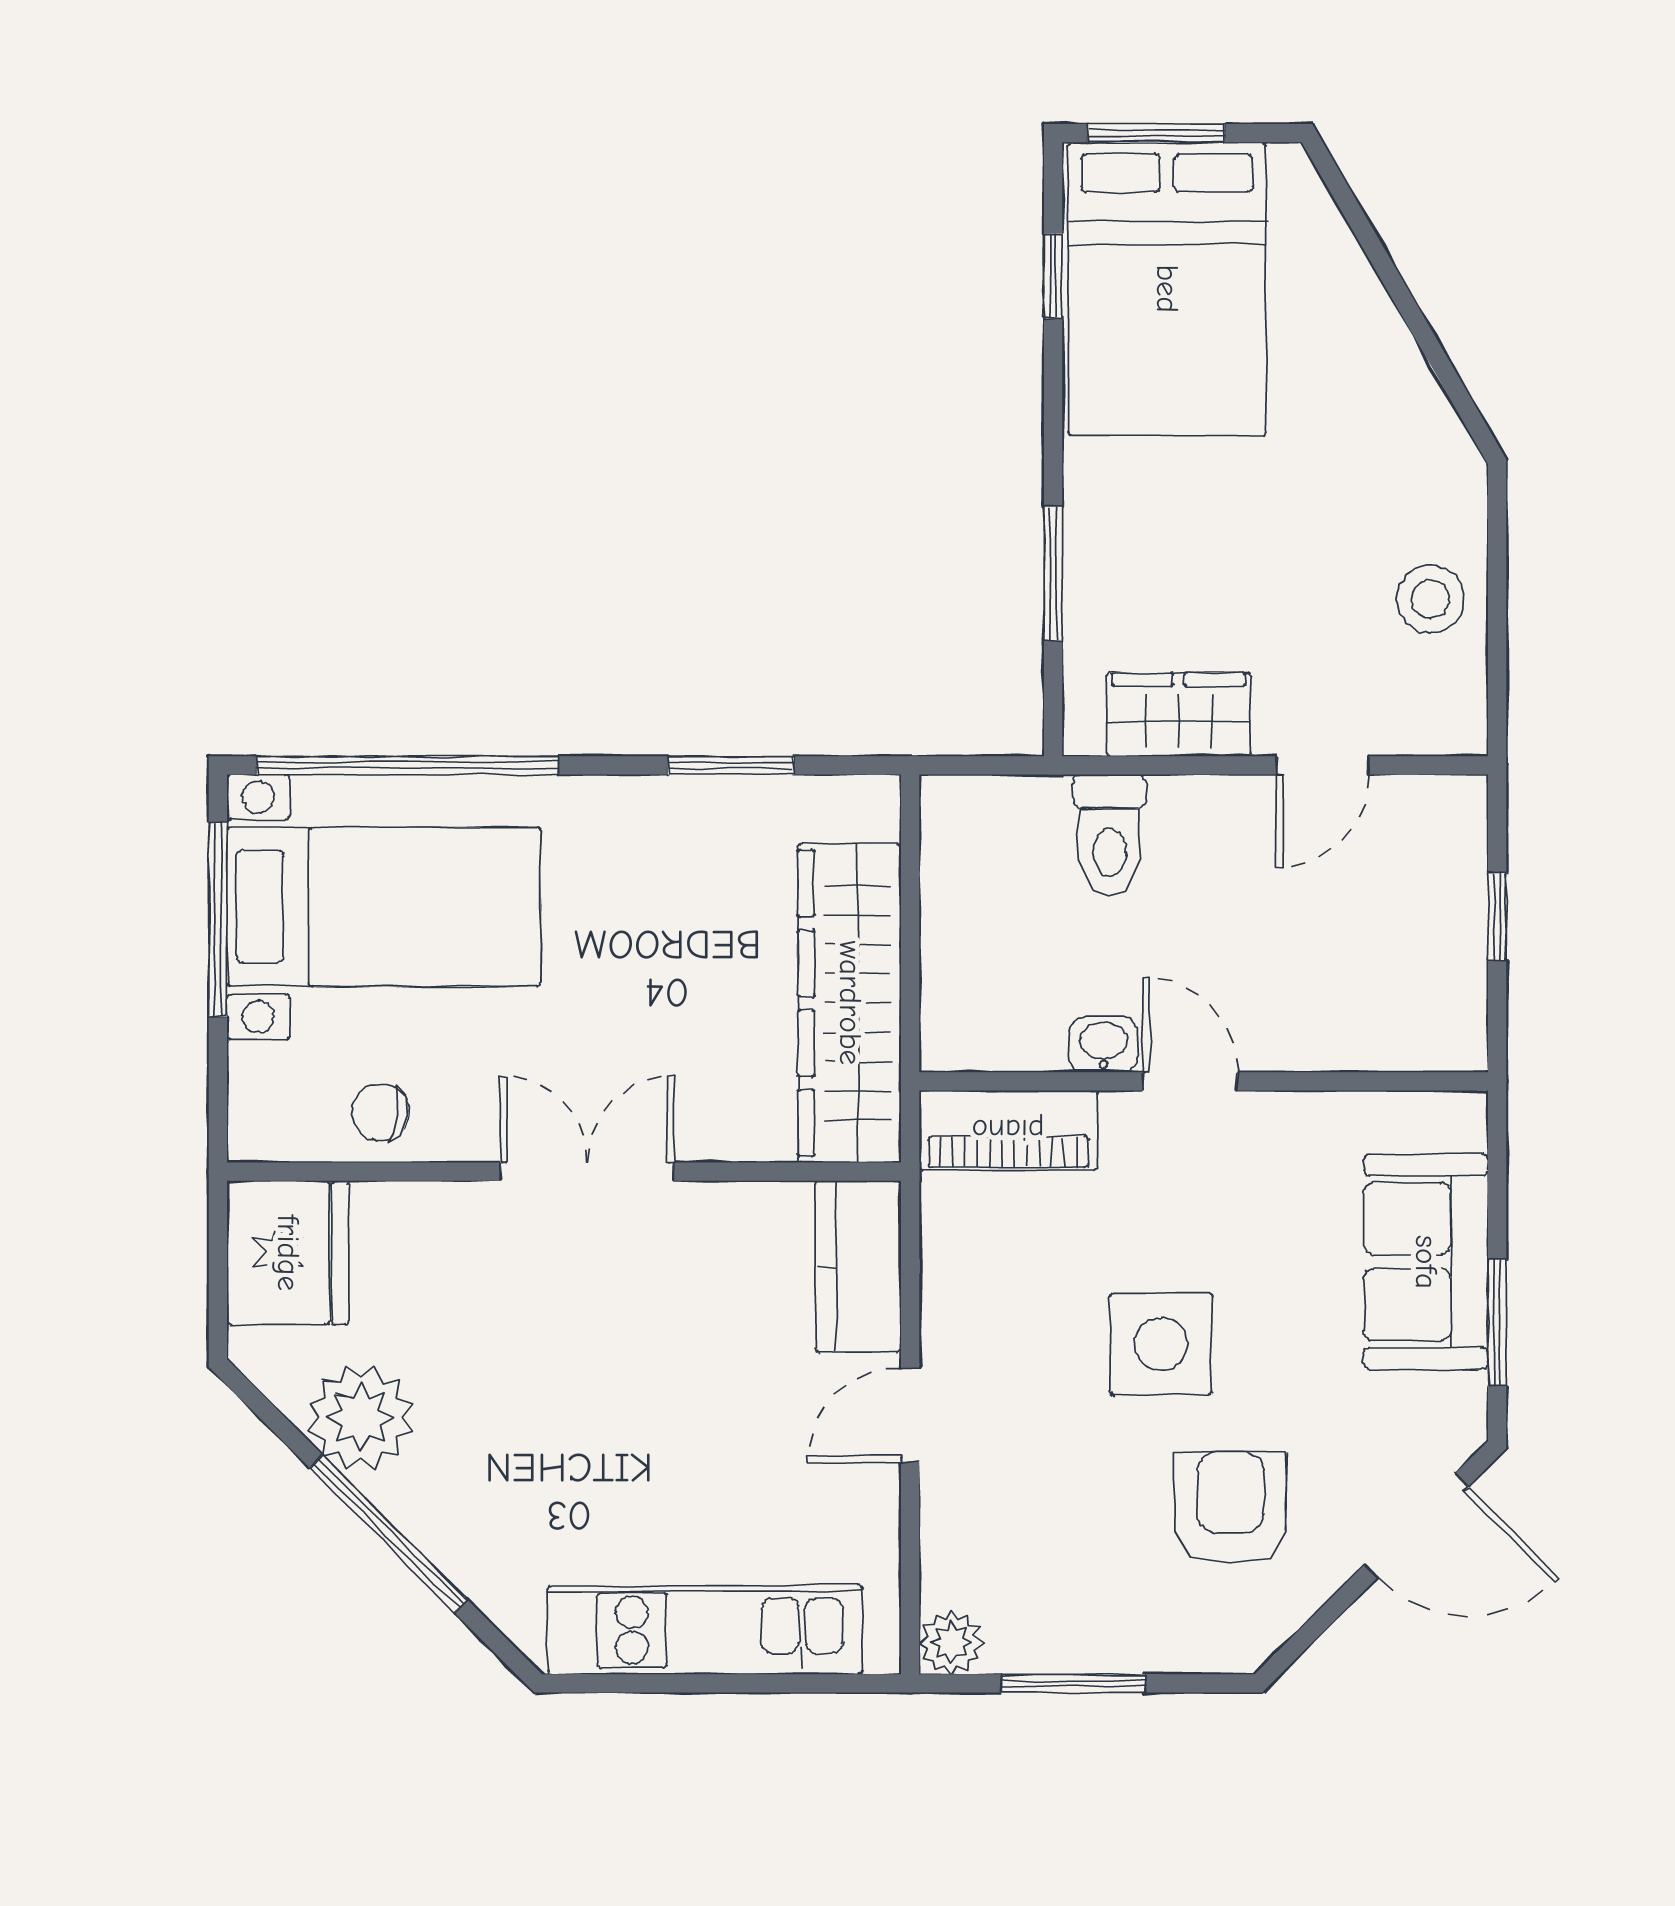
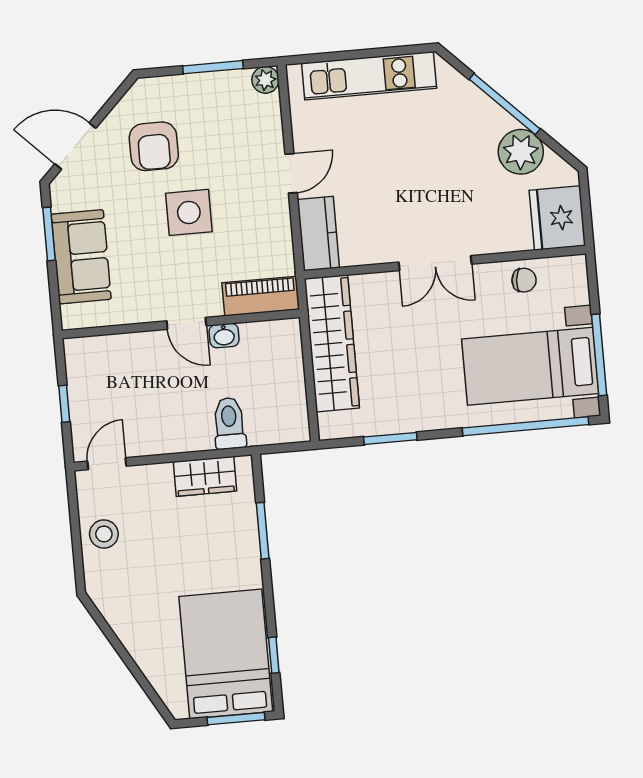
door: (1323, 765) -> (107, 464), moved

